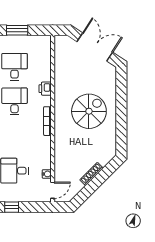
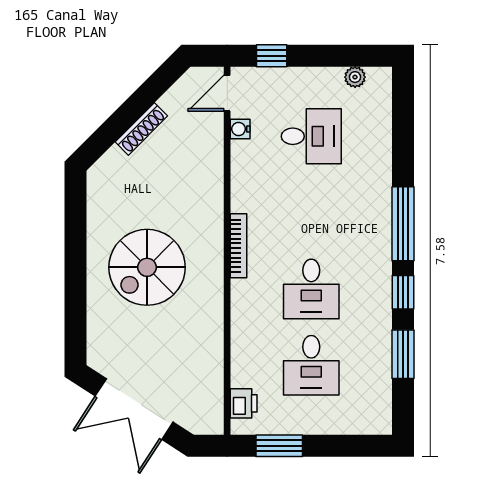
window: (17, 30) -> (279, 446), moved
printer: (45, 89) -> (244, 403), moved
window: (12, 207) -> (272, 56), moved

